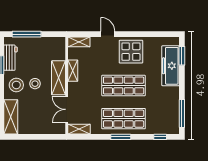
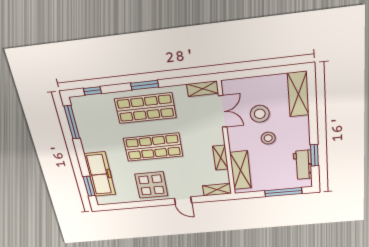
shelving: (58, 78) -> (241, 170), moved
stool: (16, 85) -> (260, 114), moved

